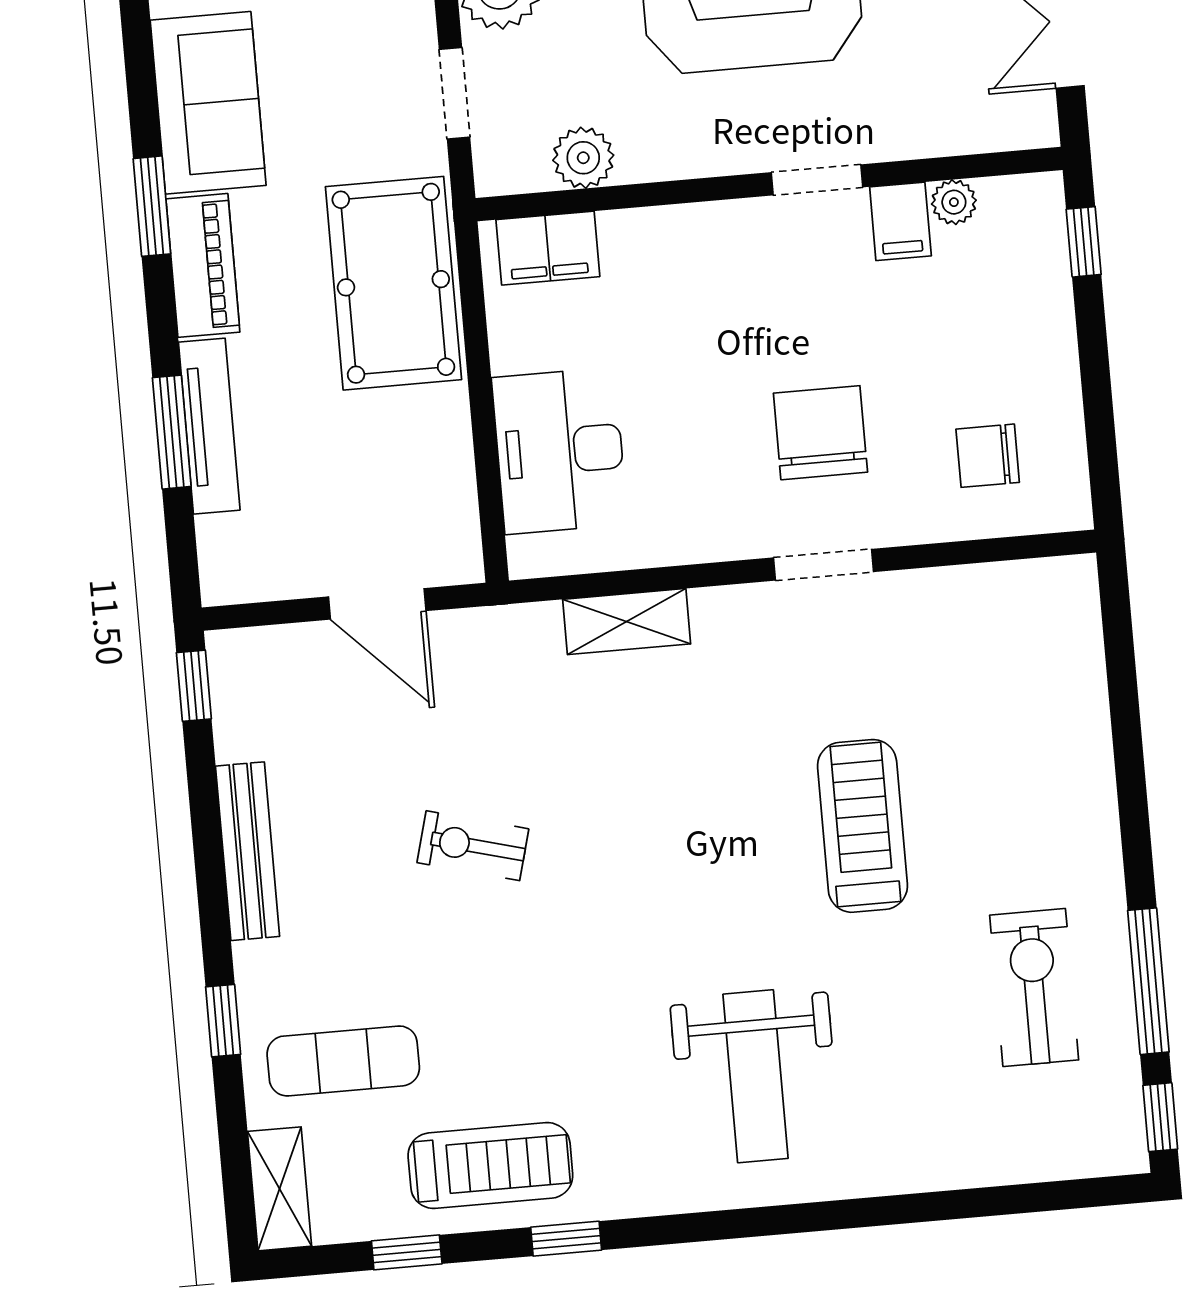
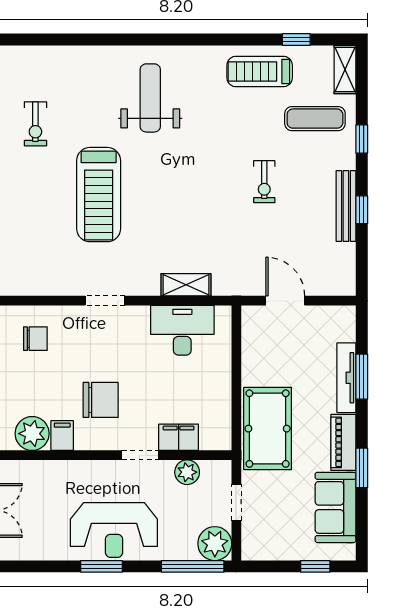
doorway: (817, 180) -> (140, 455), moved
plant: (954, 202) -> (32, 434), width x1.88, depth x1.88
filing cabinet: (548, 248) -> (179, 437), moved
chair: (820, 433) -> (101, 400), moved, turned -90
desk: (560, 451) -> (182, 330), moved, turned -90
window: (194, 686) -> (362, 210), moved
treadmill: (862, 826) -> (99, 195), width x1.37, depth x1.38
exercise bike: (473, 846) -> (264, 182), moved, turned 75
exercise bike: (1034, 988) -> (35, 124), width x0.73, depth x0.72
window: (566, 1239) -> (232, 40), removed

